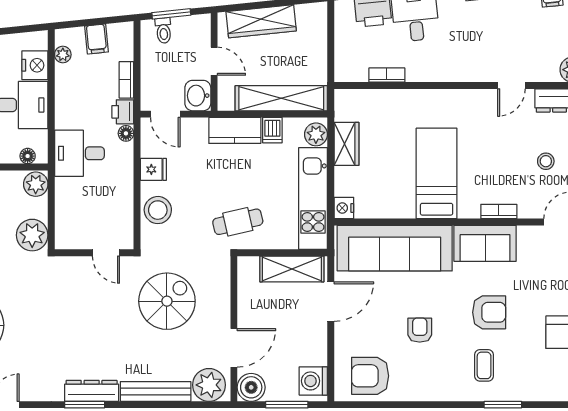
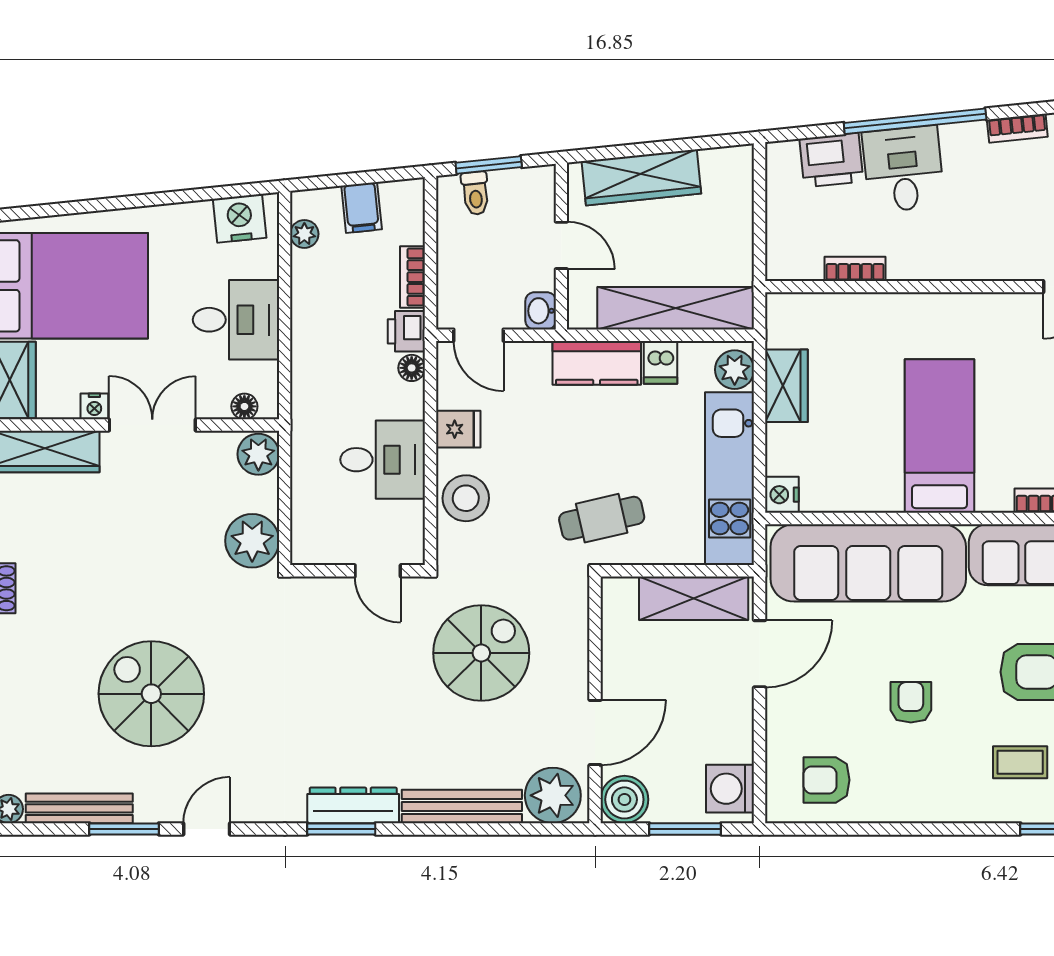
nightstand: (35, 65) -> (240, 218), moved, turned -96
washbasin: (198, 96) -> (541, 311), width x0.72, depth x0.69
desk: (79, 153) -> (383, 460), moved, turned 180
coffee table: (484, 365) -> (1020, 762), turned 90
armchair: (370, 376) -> (826, 780), width x0.72, depth x0.72

